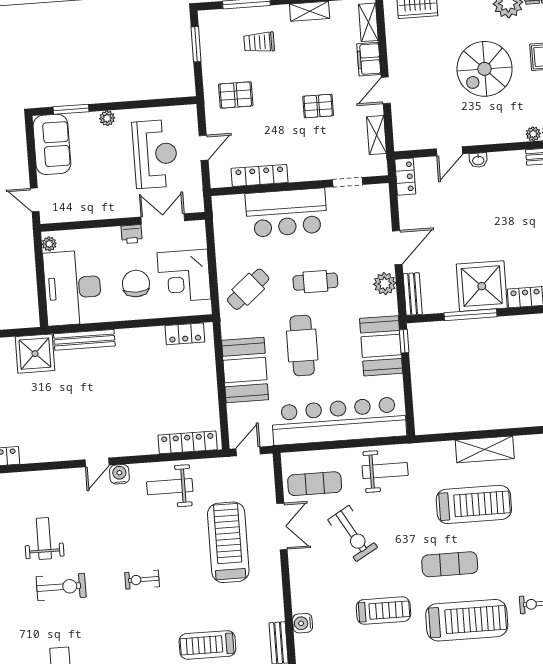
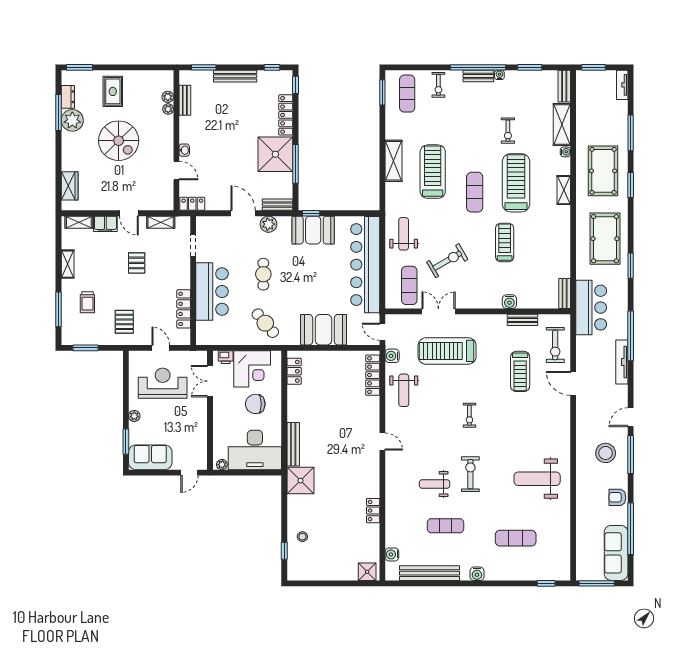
printer: (132, 234) -> (226, 357), moved, turned 90
cafe table: (302, 345) -> (309, 287), removed
water cooler: (119, 474) -> (392, 356), moved

